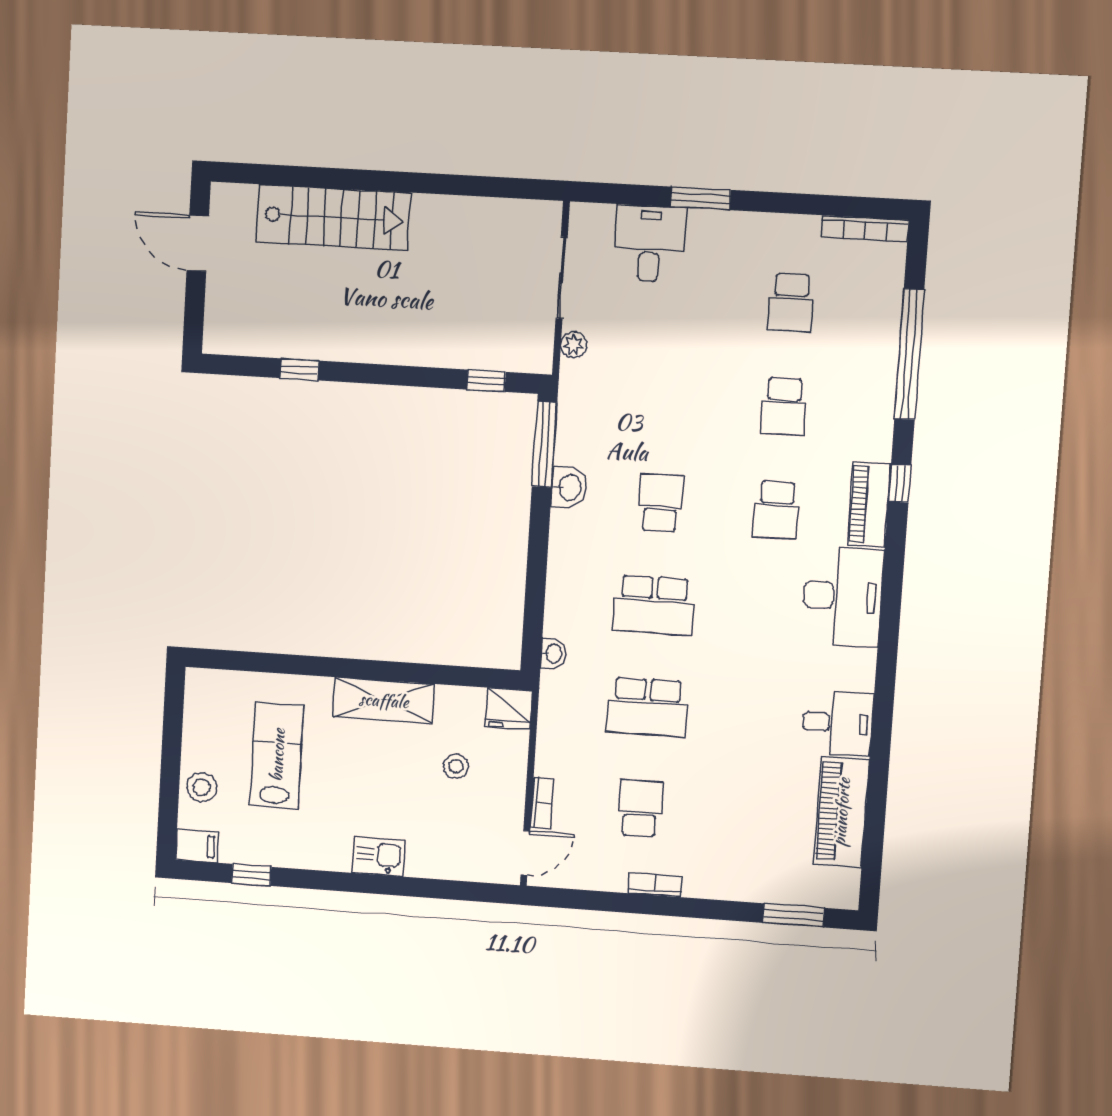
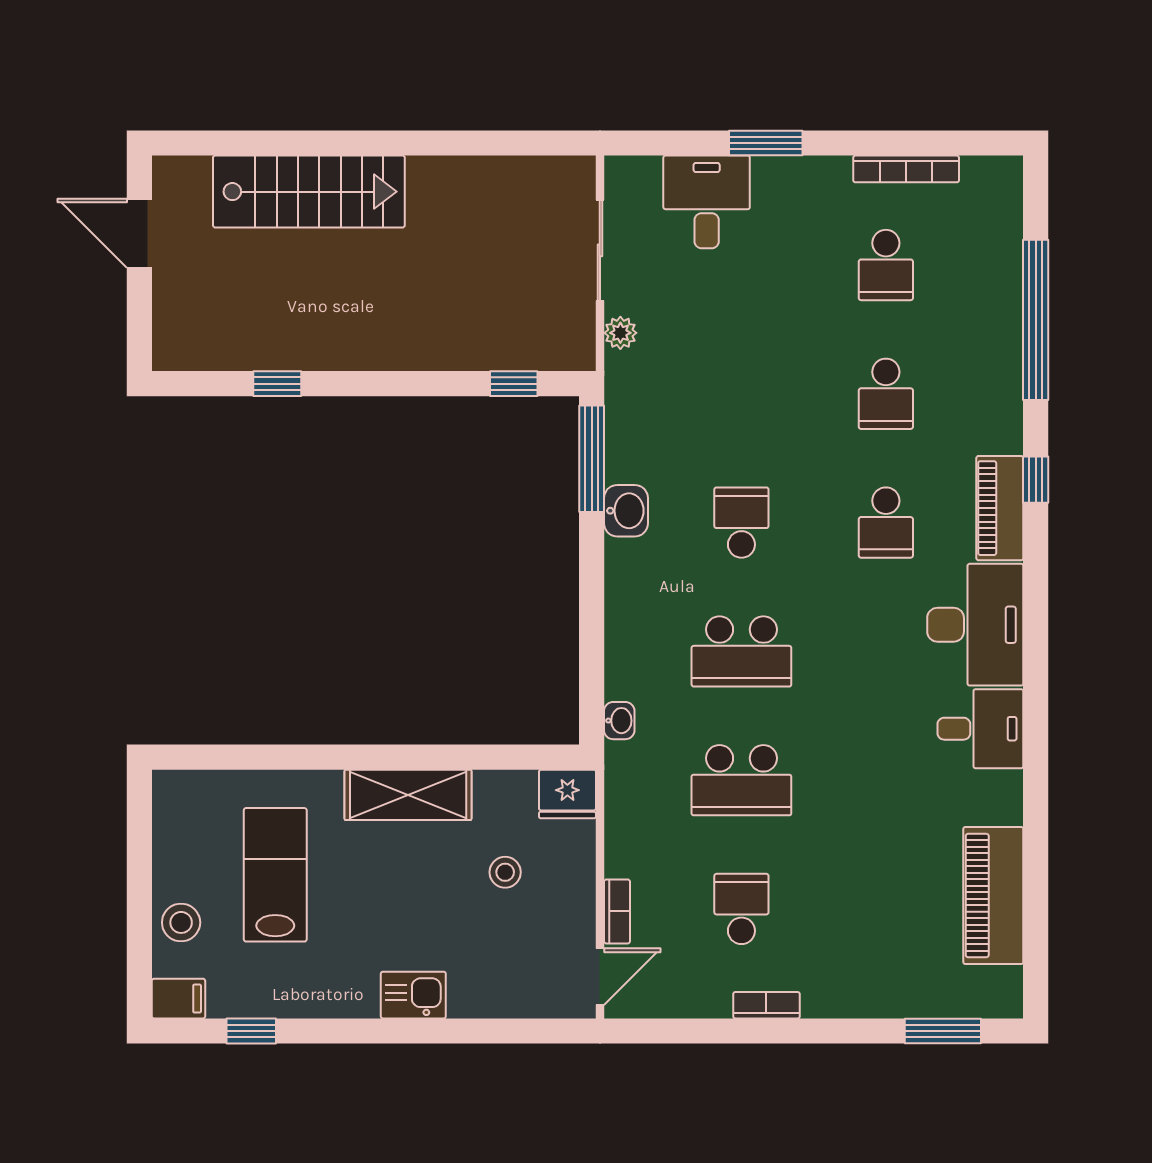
bookcase: (865, 229) -> (906, 169), moved
desk: (837, 723) -> (980, 729), moved

